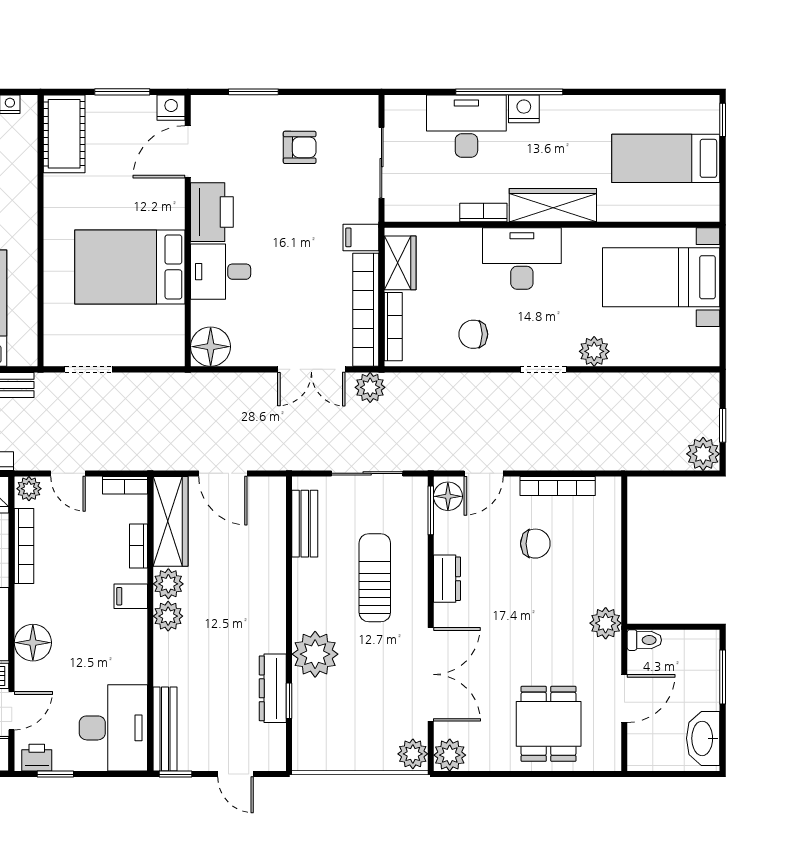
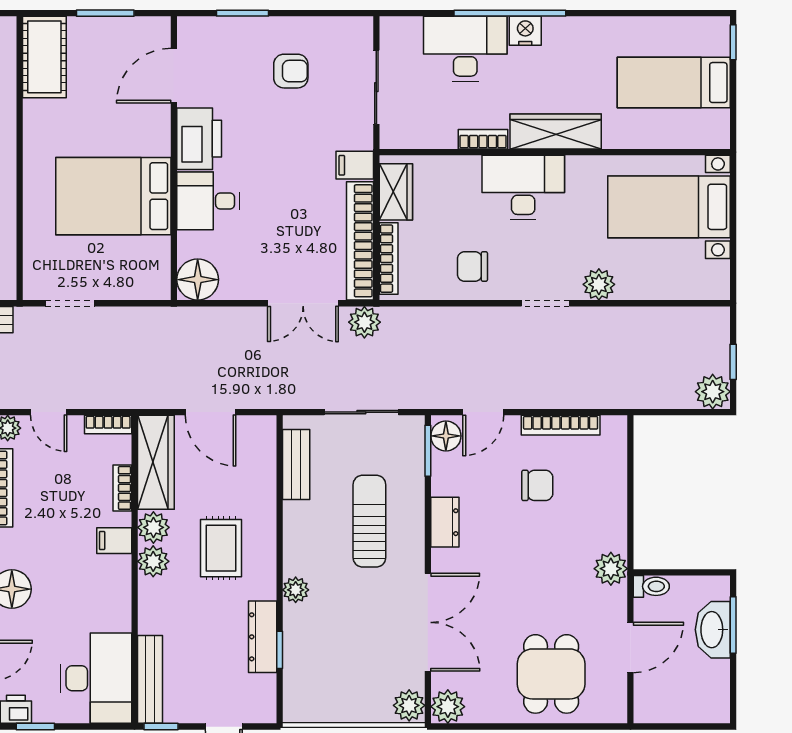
nightstand: (171, 108) -> (156, 29), removed
rug: (233, 604) -> (221, 548), added
plant: (315, 654) -> (296, 590), width x0.53, depth x0.53
washbasin: (703, 738) -> (713, 630), moved

